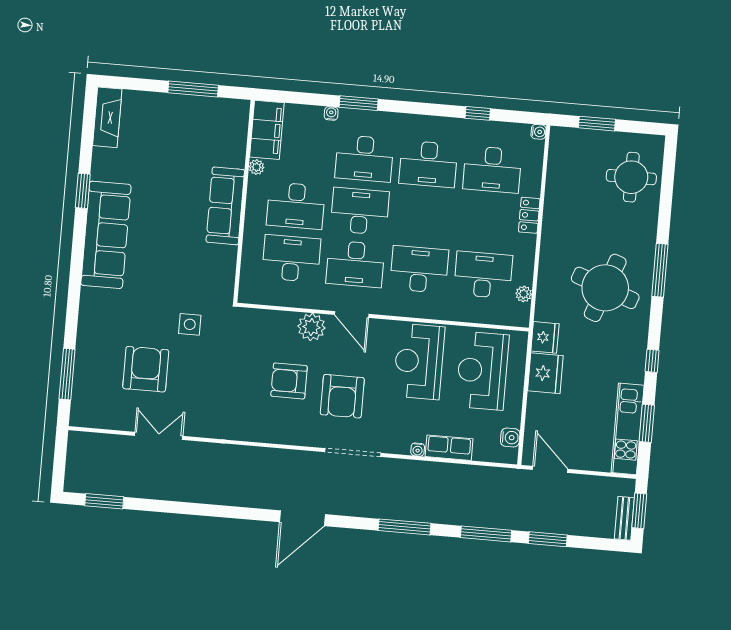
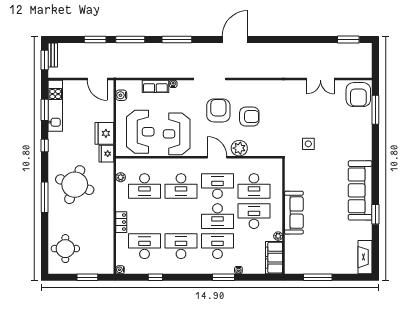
reception desk: (419, 361) -> (177, 134), turned 180
armchair: (146, 369) -> (358, 95), moved

